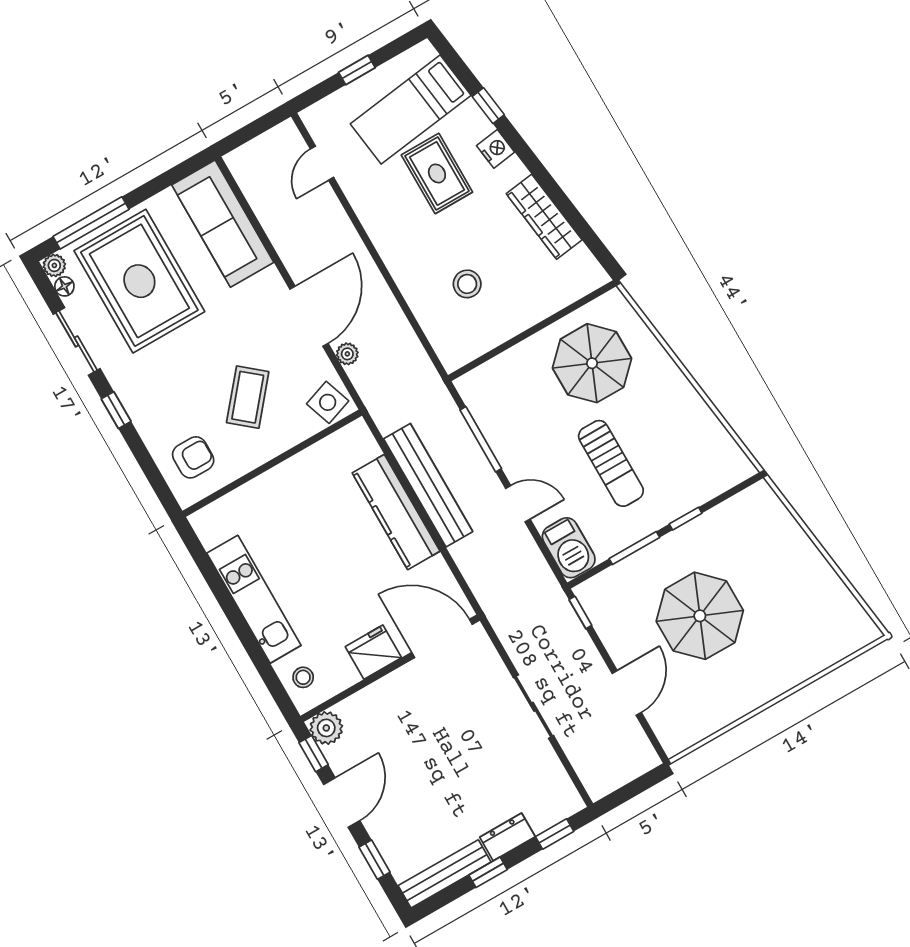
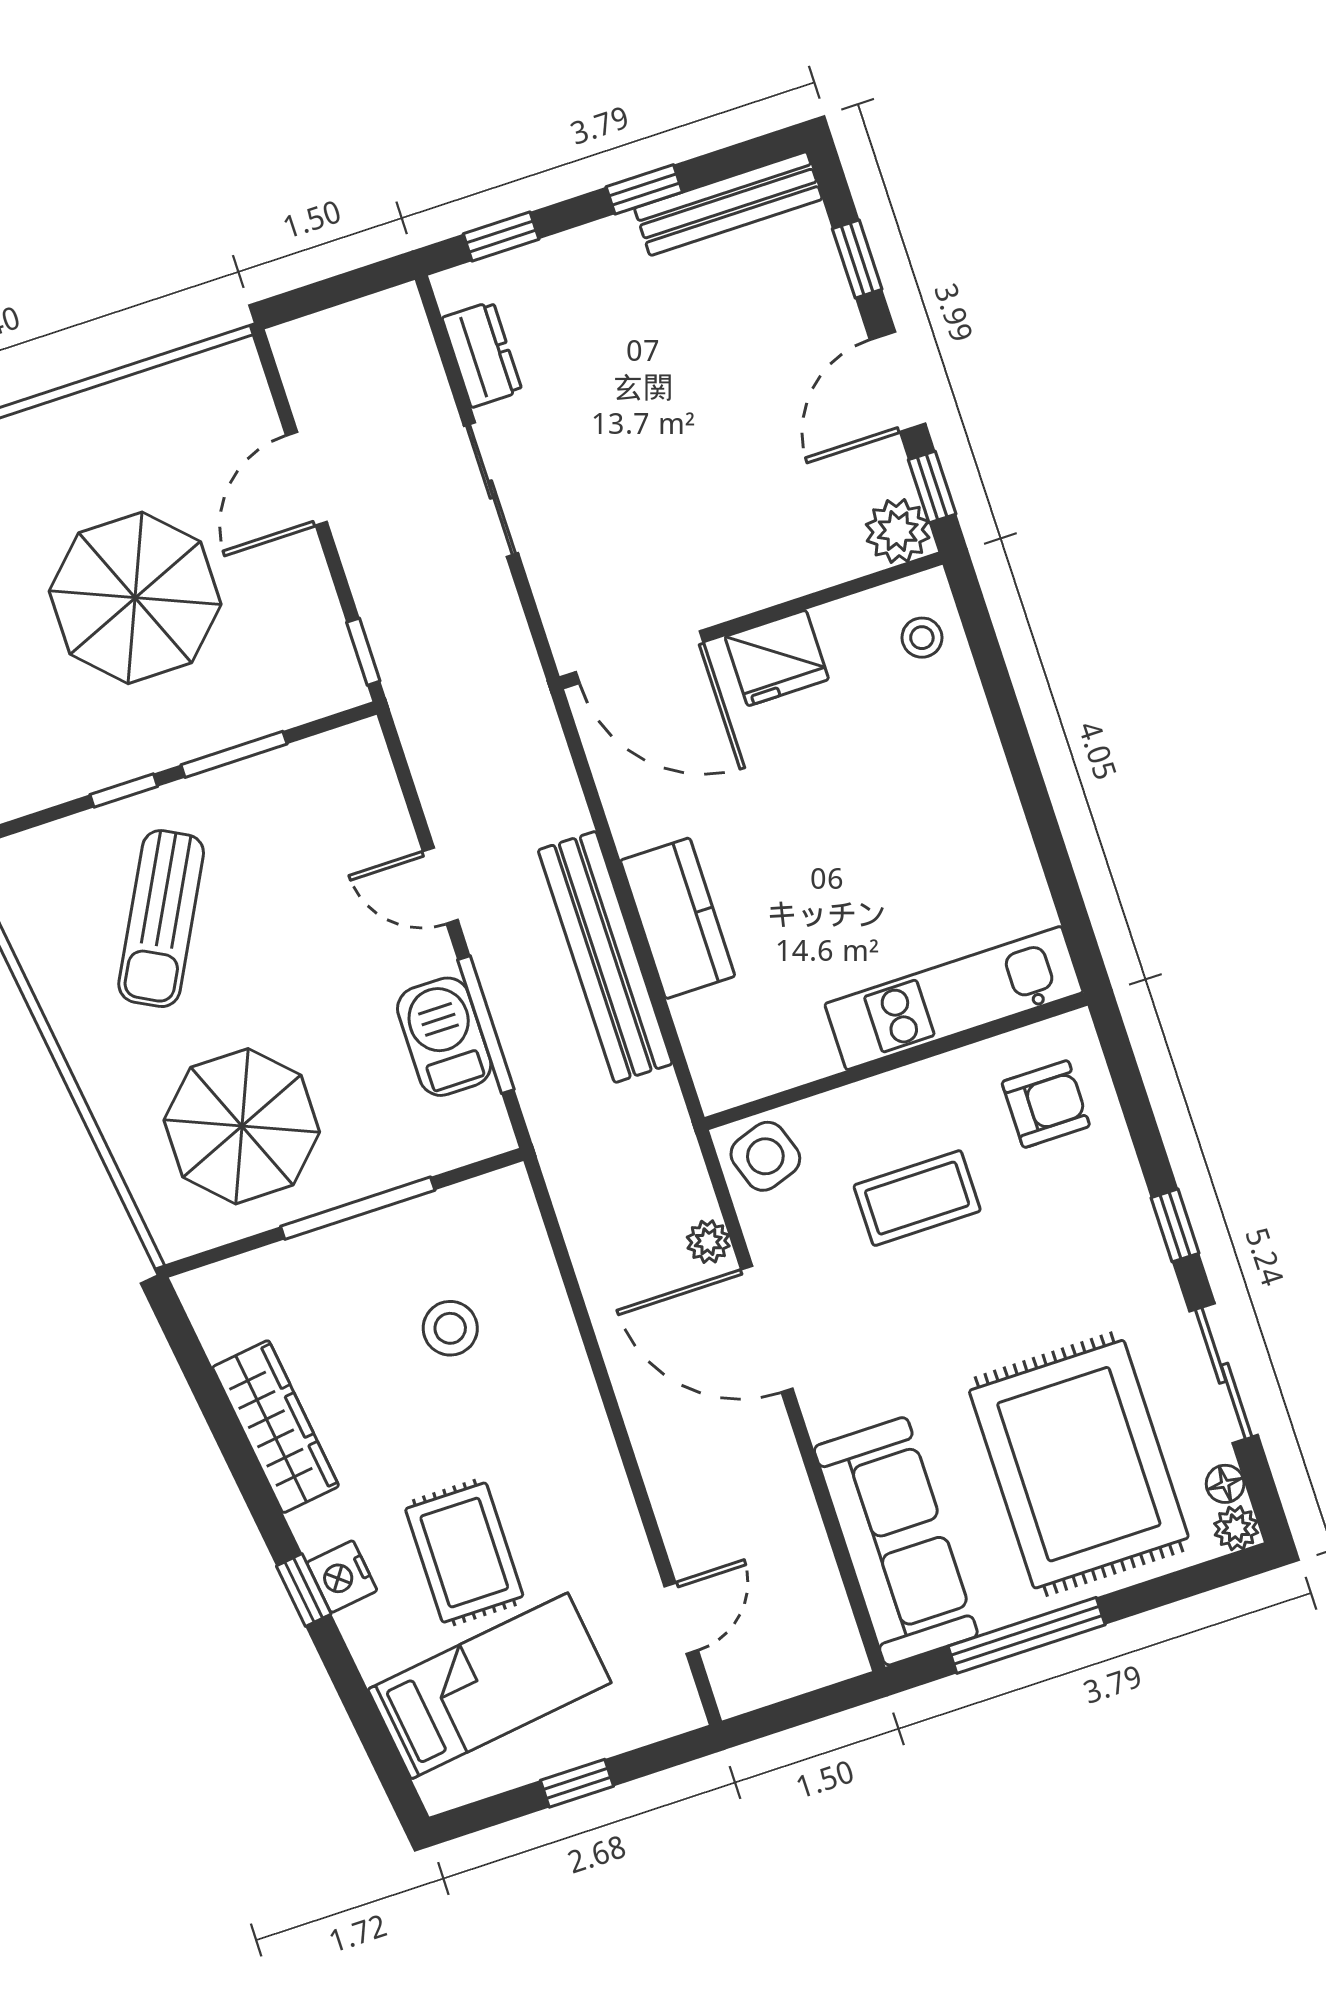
window: (488, 106) -> (304, 1590), moved
window: (91, 223) -> (1027, 1635), moved
door: (309, 316) -> (767, 1329), hinge flipped
window: (526, 334) -> (358, 1208), added
coffee table: (248, 397) -> (917, 1198), turned 50
armchair: (193, 457) -> (1046, 1104), turned 180
sun lounger: (611, 463) -> (161, 919), moved, turned -152
kitchen counter: (396, 512) -> (678, 918), width x0.67
barbecue: (569, 548) -> (444, 1037), moved
kitchen unit: (254, 599) -> (954, 998), moved, turned 90
dresser: (507, 837) -> (482, 354), moved, turned -90

